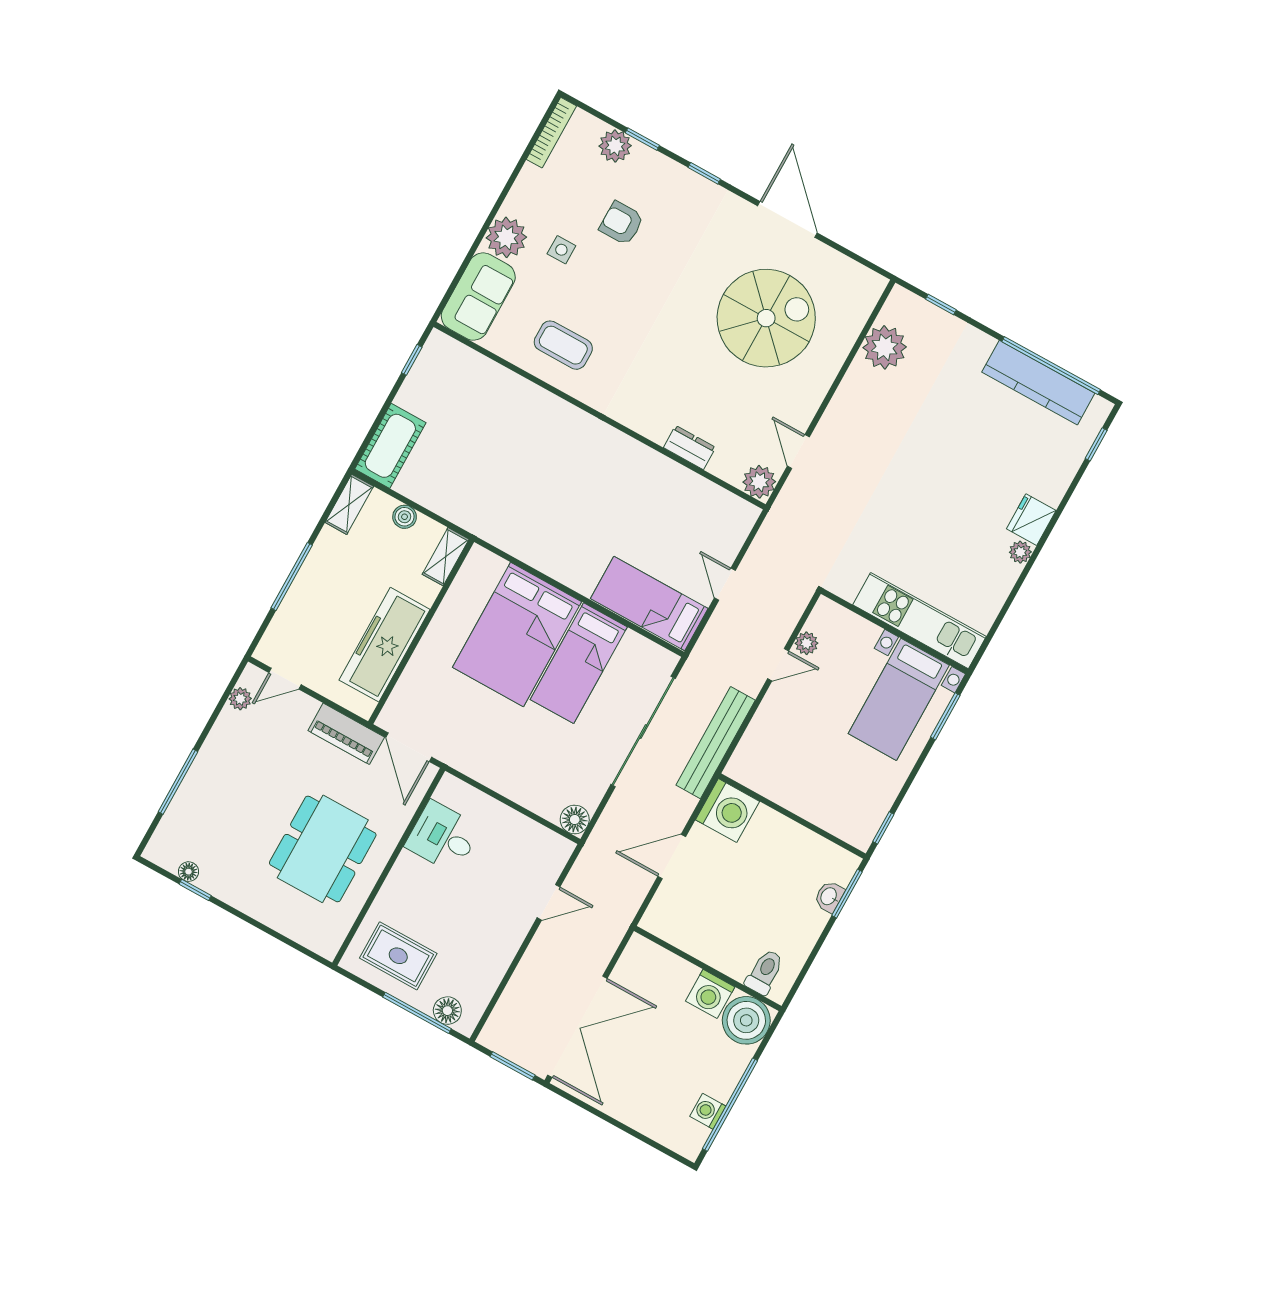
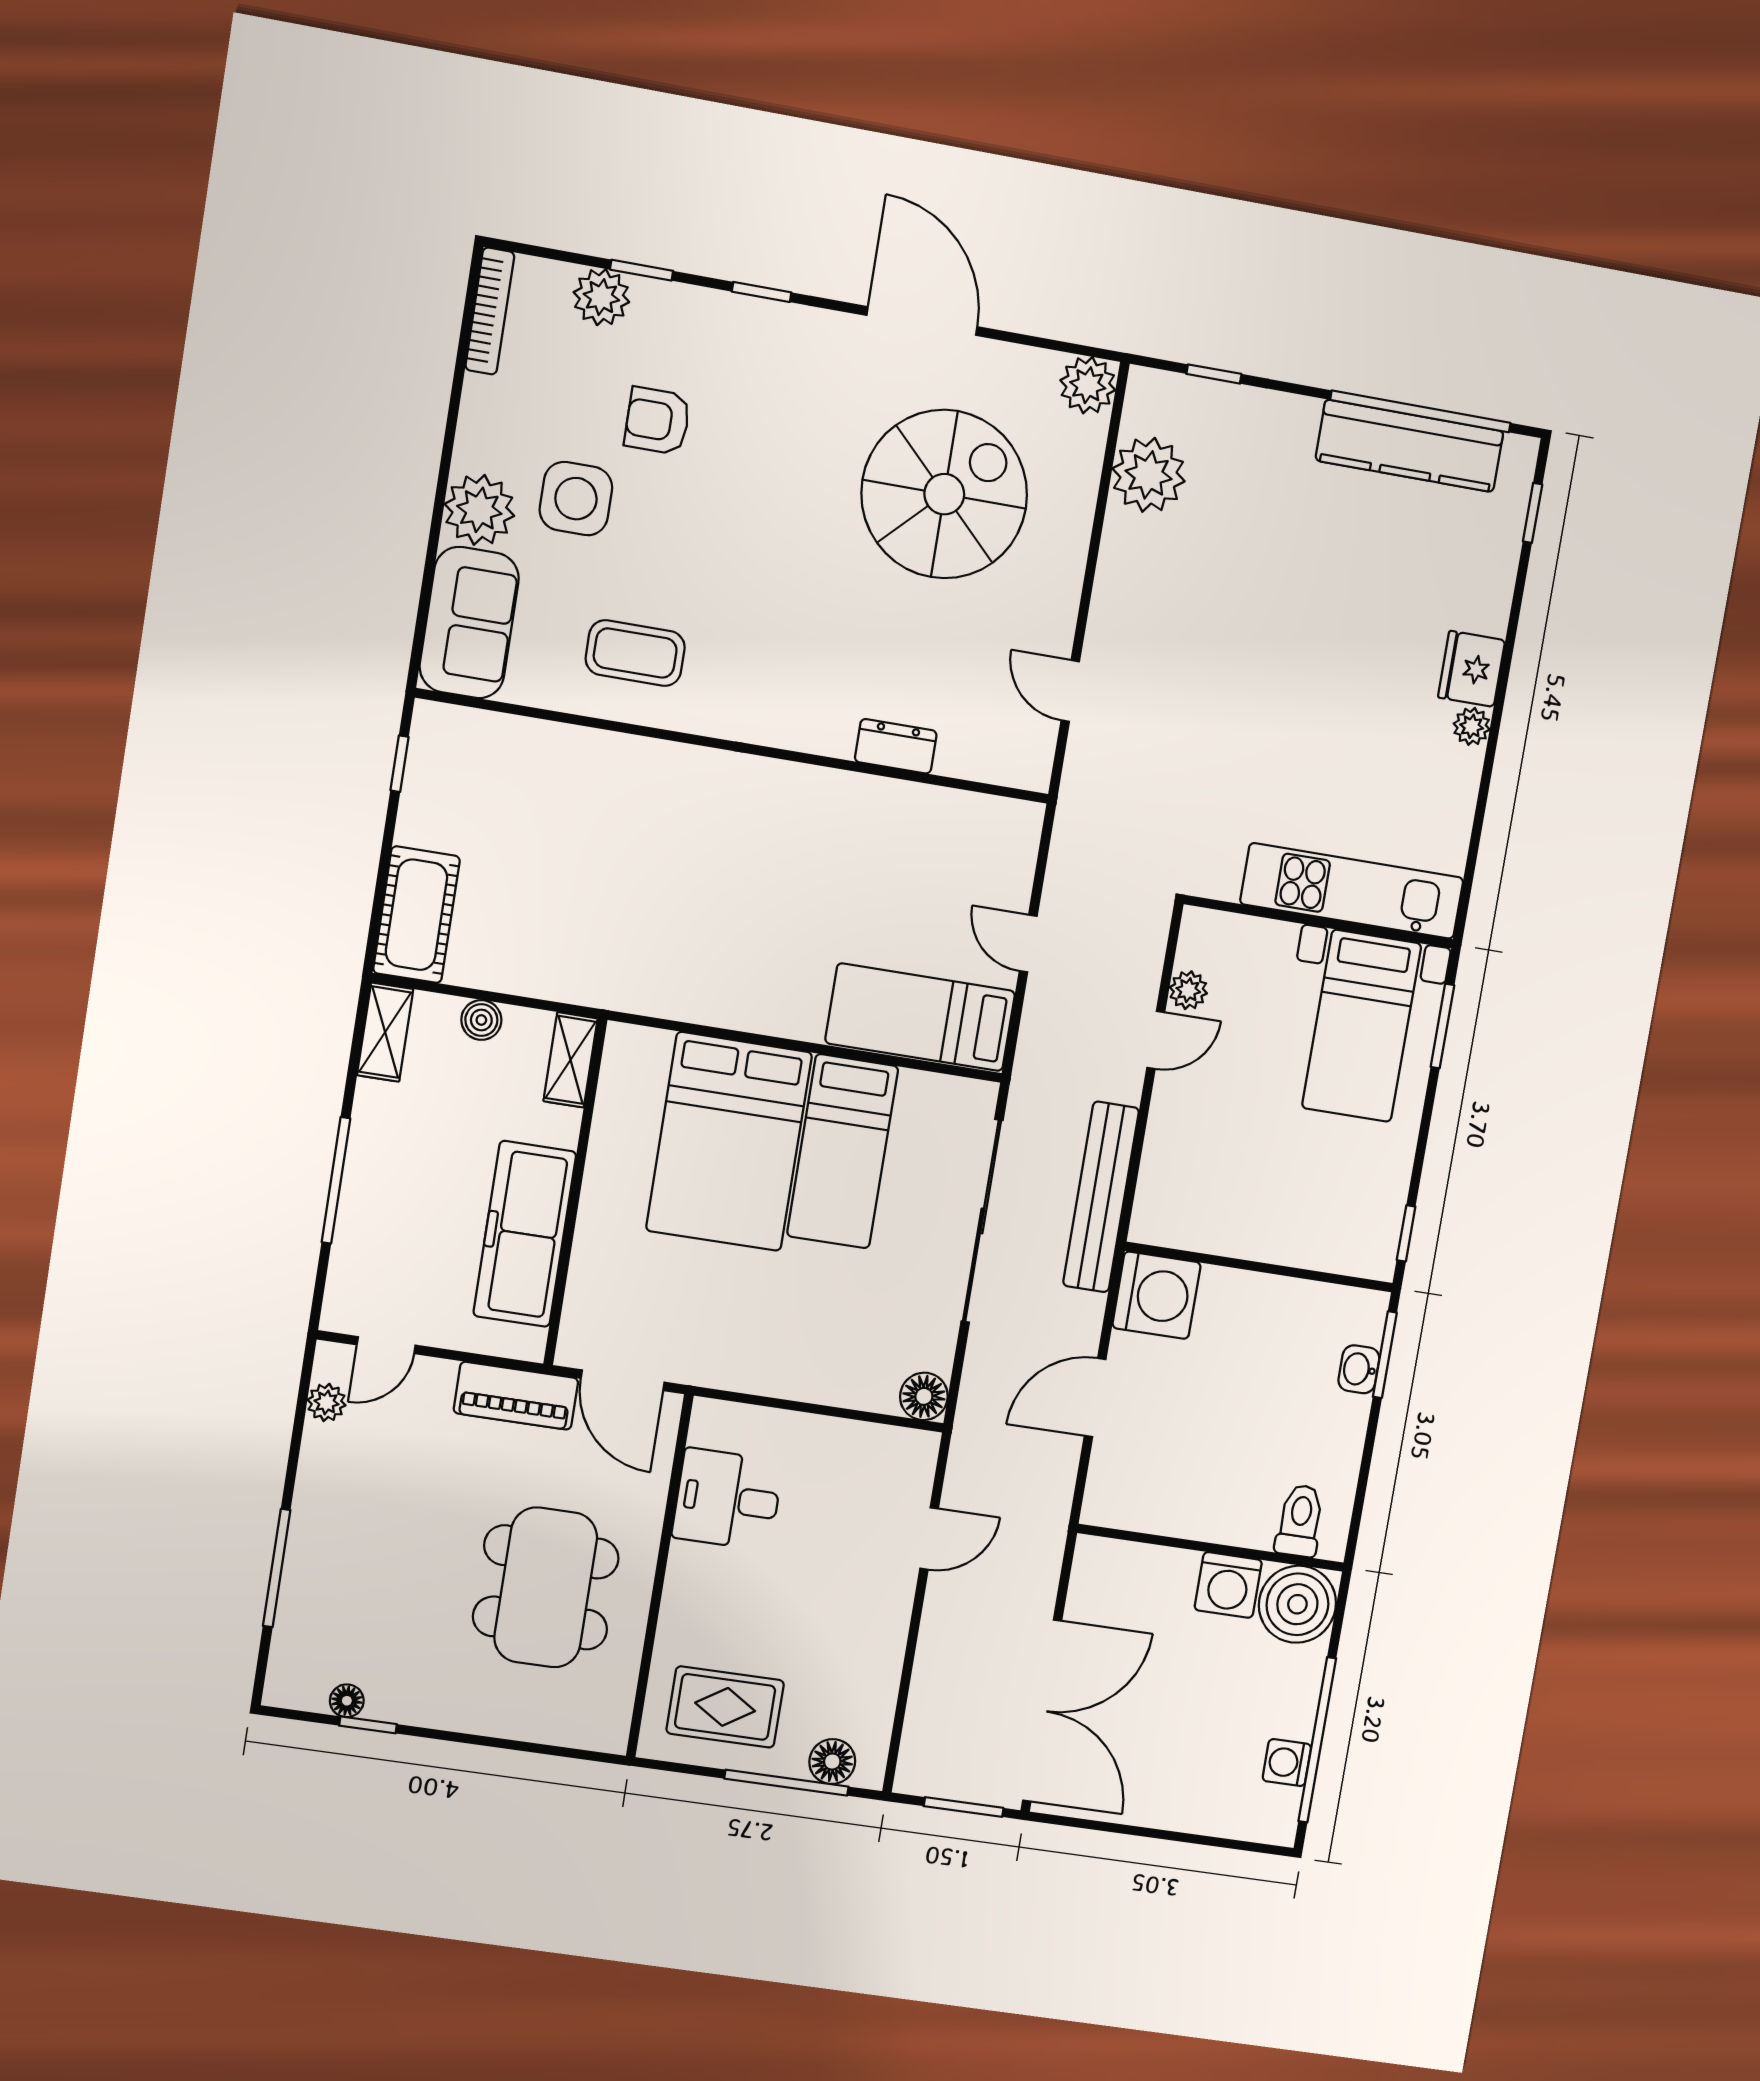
side table: (561, 250) -> (576, 499), width x1.87, depth x1.87
plant: (759, 482) -> (1088, 385), moved

